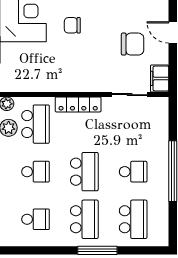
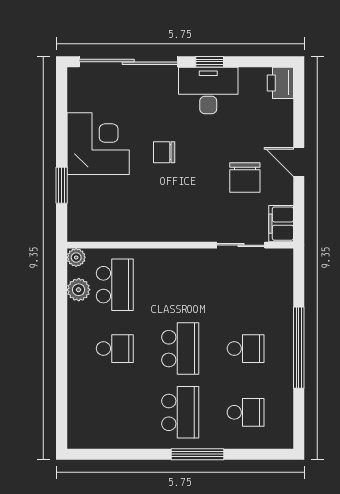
chair: (133, 44) -> (245, 177), turned 90
locker: (78, 104) -> (172, 258), removed
school desk: (36, 219) -> (115, 412), removed
school desk: (133, 219) -> (246, 412), width x0.54

